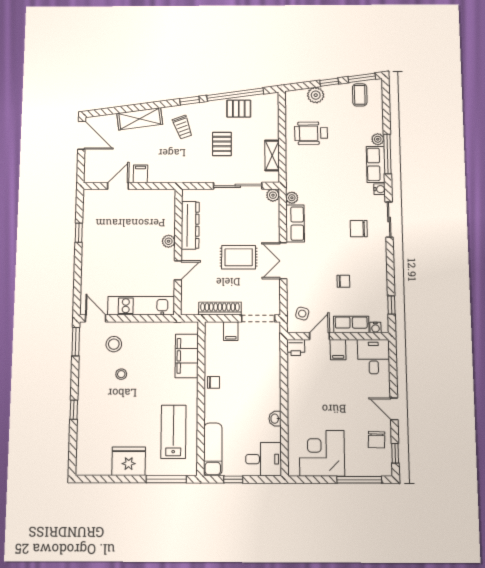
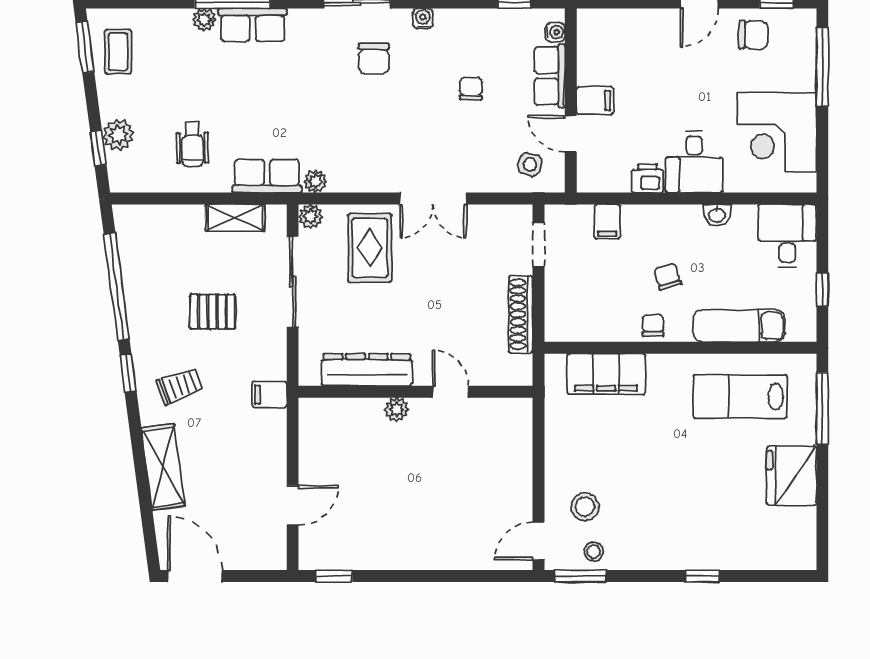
window: (329, 82) -> (98, 148), moved
coffee table: (360, 95) -> (118, 52), turned 90
pallet: (239, 109) -> (144, 280), removed
wheelchair: (311, 133) -> (192, 144), width x0.73, depth x0.73
door: (82, 135) -> (195, 576), hinge flipped
filing cabinet: (140, 174) -> (269, 395), moved
door: (118, 186) -> (293, 505), swing flipped
water cooler: (380, 189) -> (423, 19), moved
row of seats: (295, 224) -> (267, 176), moved
window: (79, 233) -> (334, 576), moved
rug: (239, 257) -> (370, 248), moved
kitchen unit: (141, 306) -> (515, 458), removed
doorway: (258, 318) -> (538, 245), width x0.73
filing cabinet: (231, 331) -> (607, 222), moved, turned 90
printer: (296, 347) -> (647, 178), moved, turned -90
desk: (374, 357) -> (694, 162), moved, turned -90
stool: (121, 374) -> (594, 551), moved
chair: (241, 390) -> (667, 277), added
exam couch: (213, 449) -> (739, 326), moved

